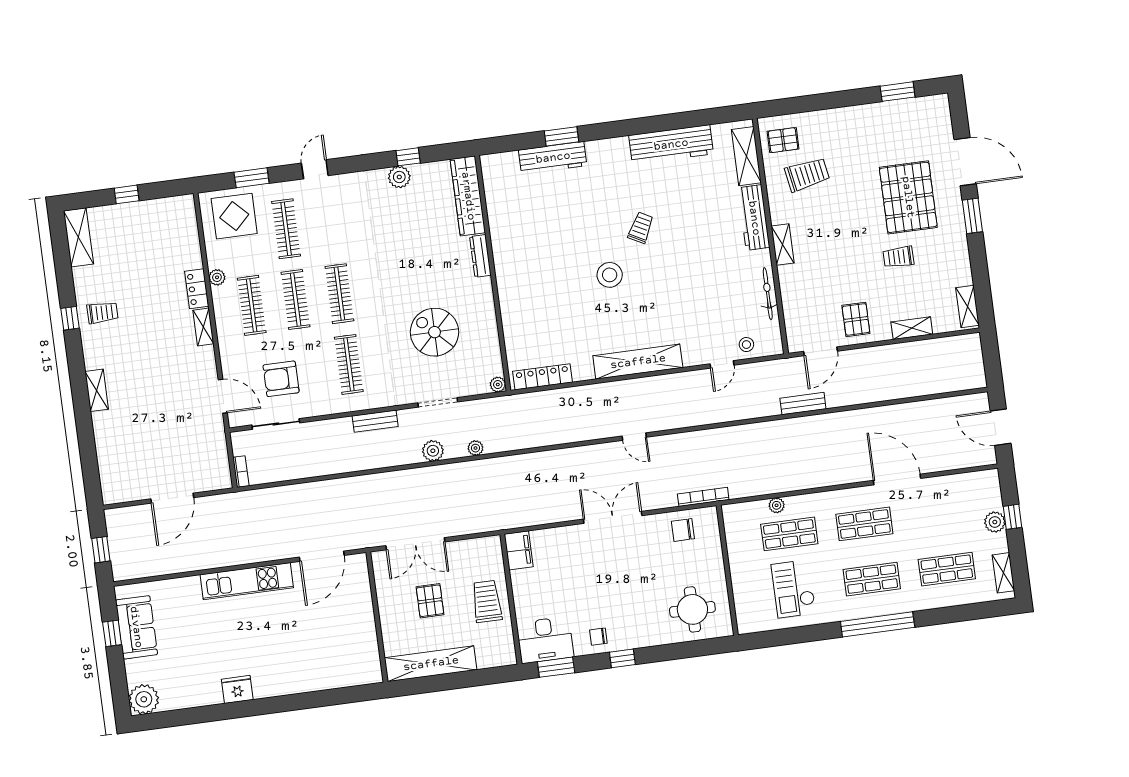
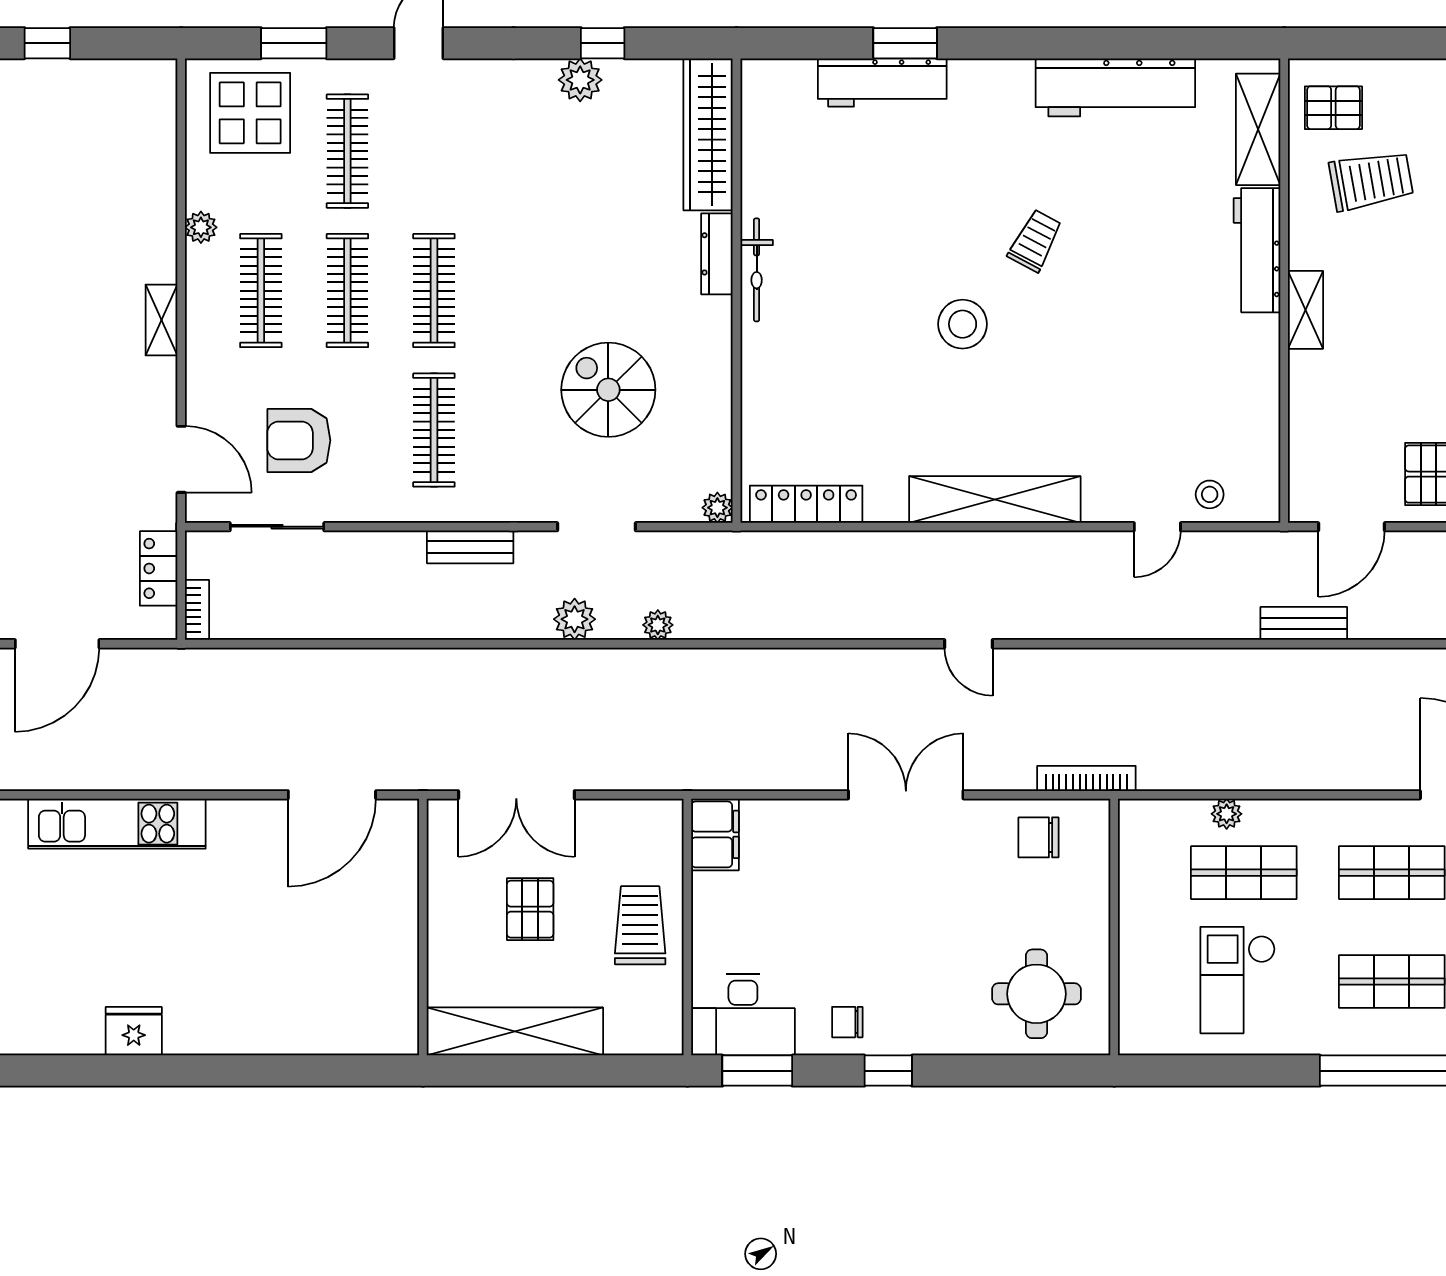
locker: (197, 289) -> (159, 568), moved
bicycle: (768, 294) -> (757, 270), moved, turned 180
kitchen unit: (247, 581) -> (117, 824), moved

